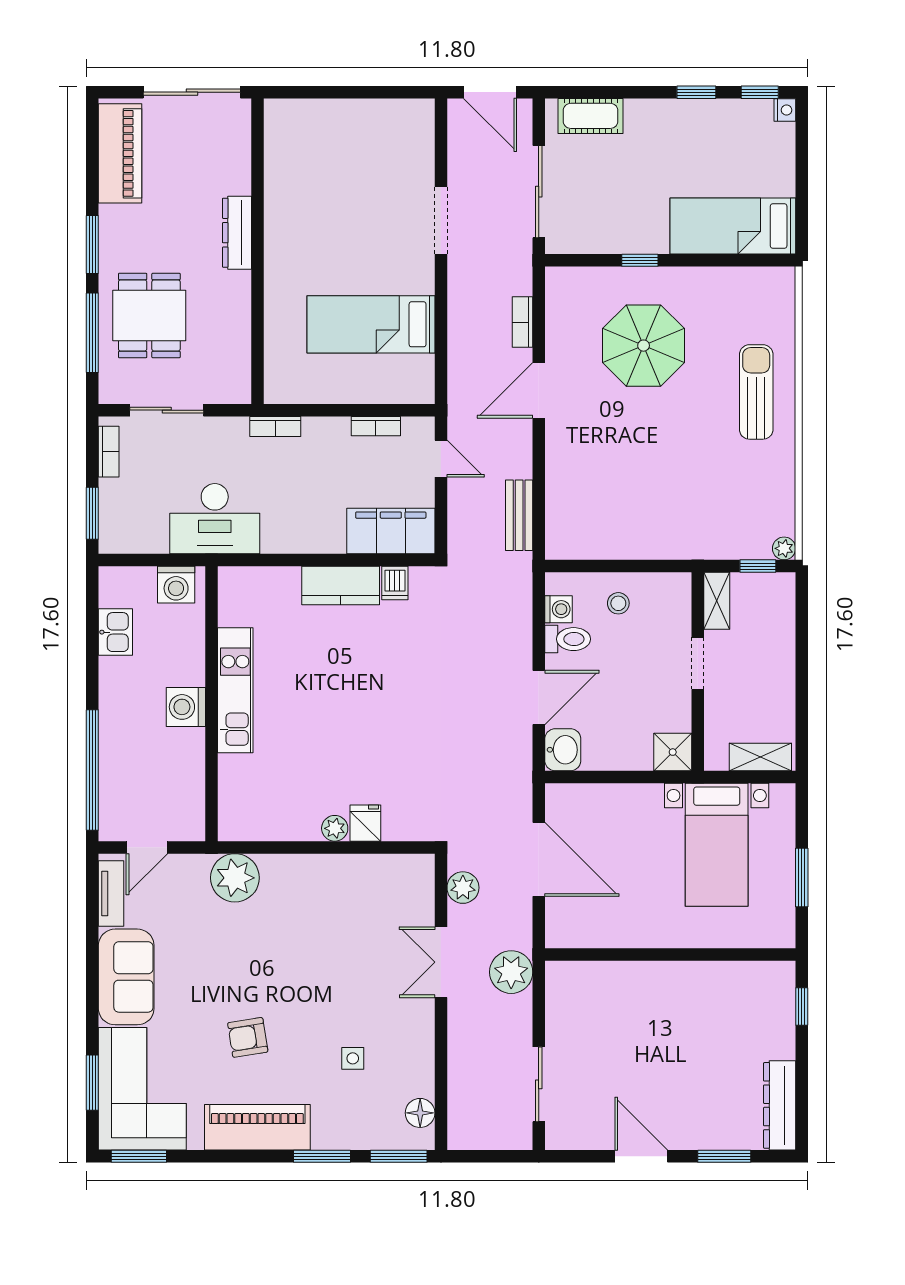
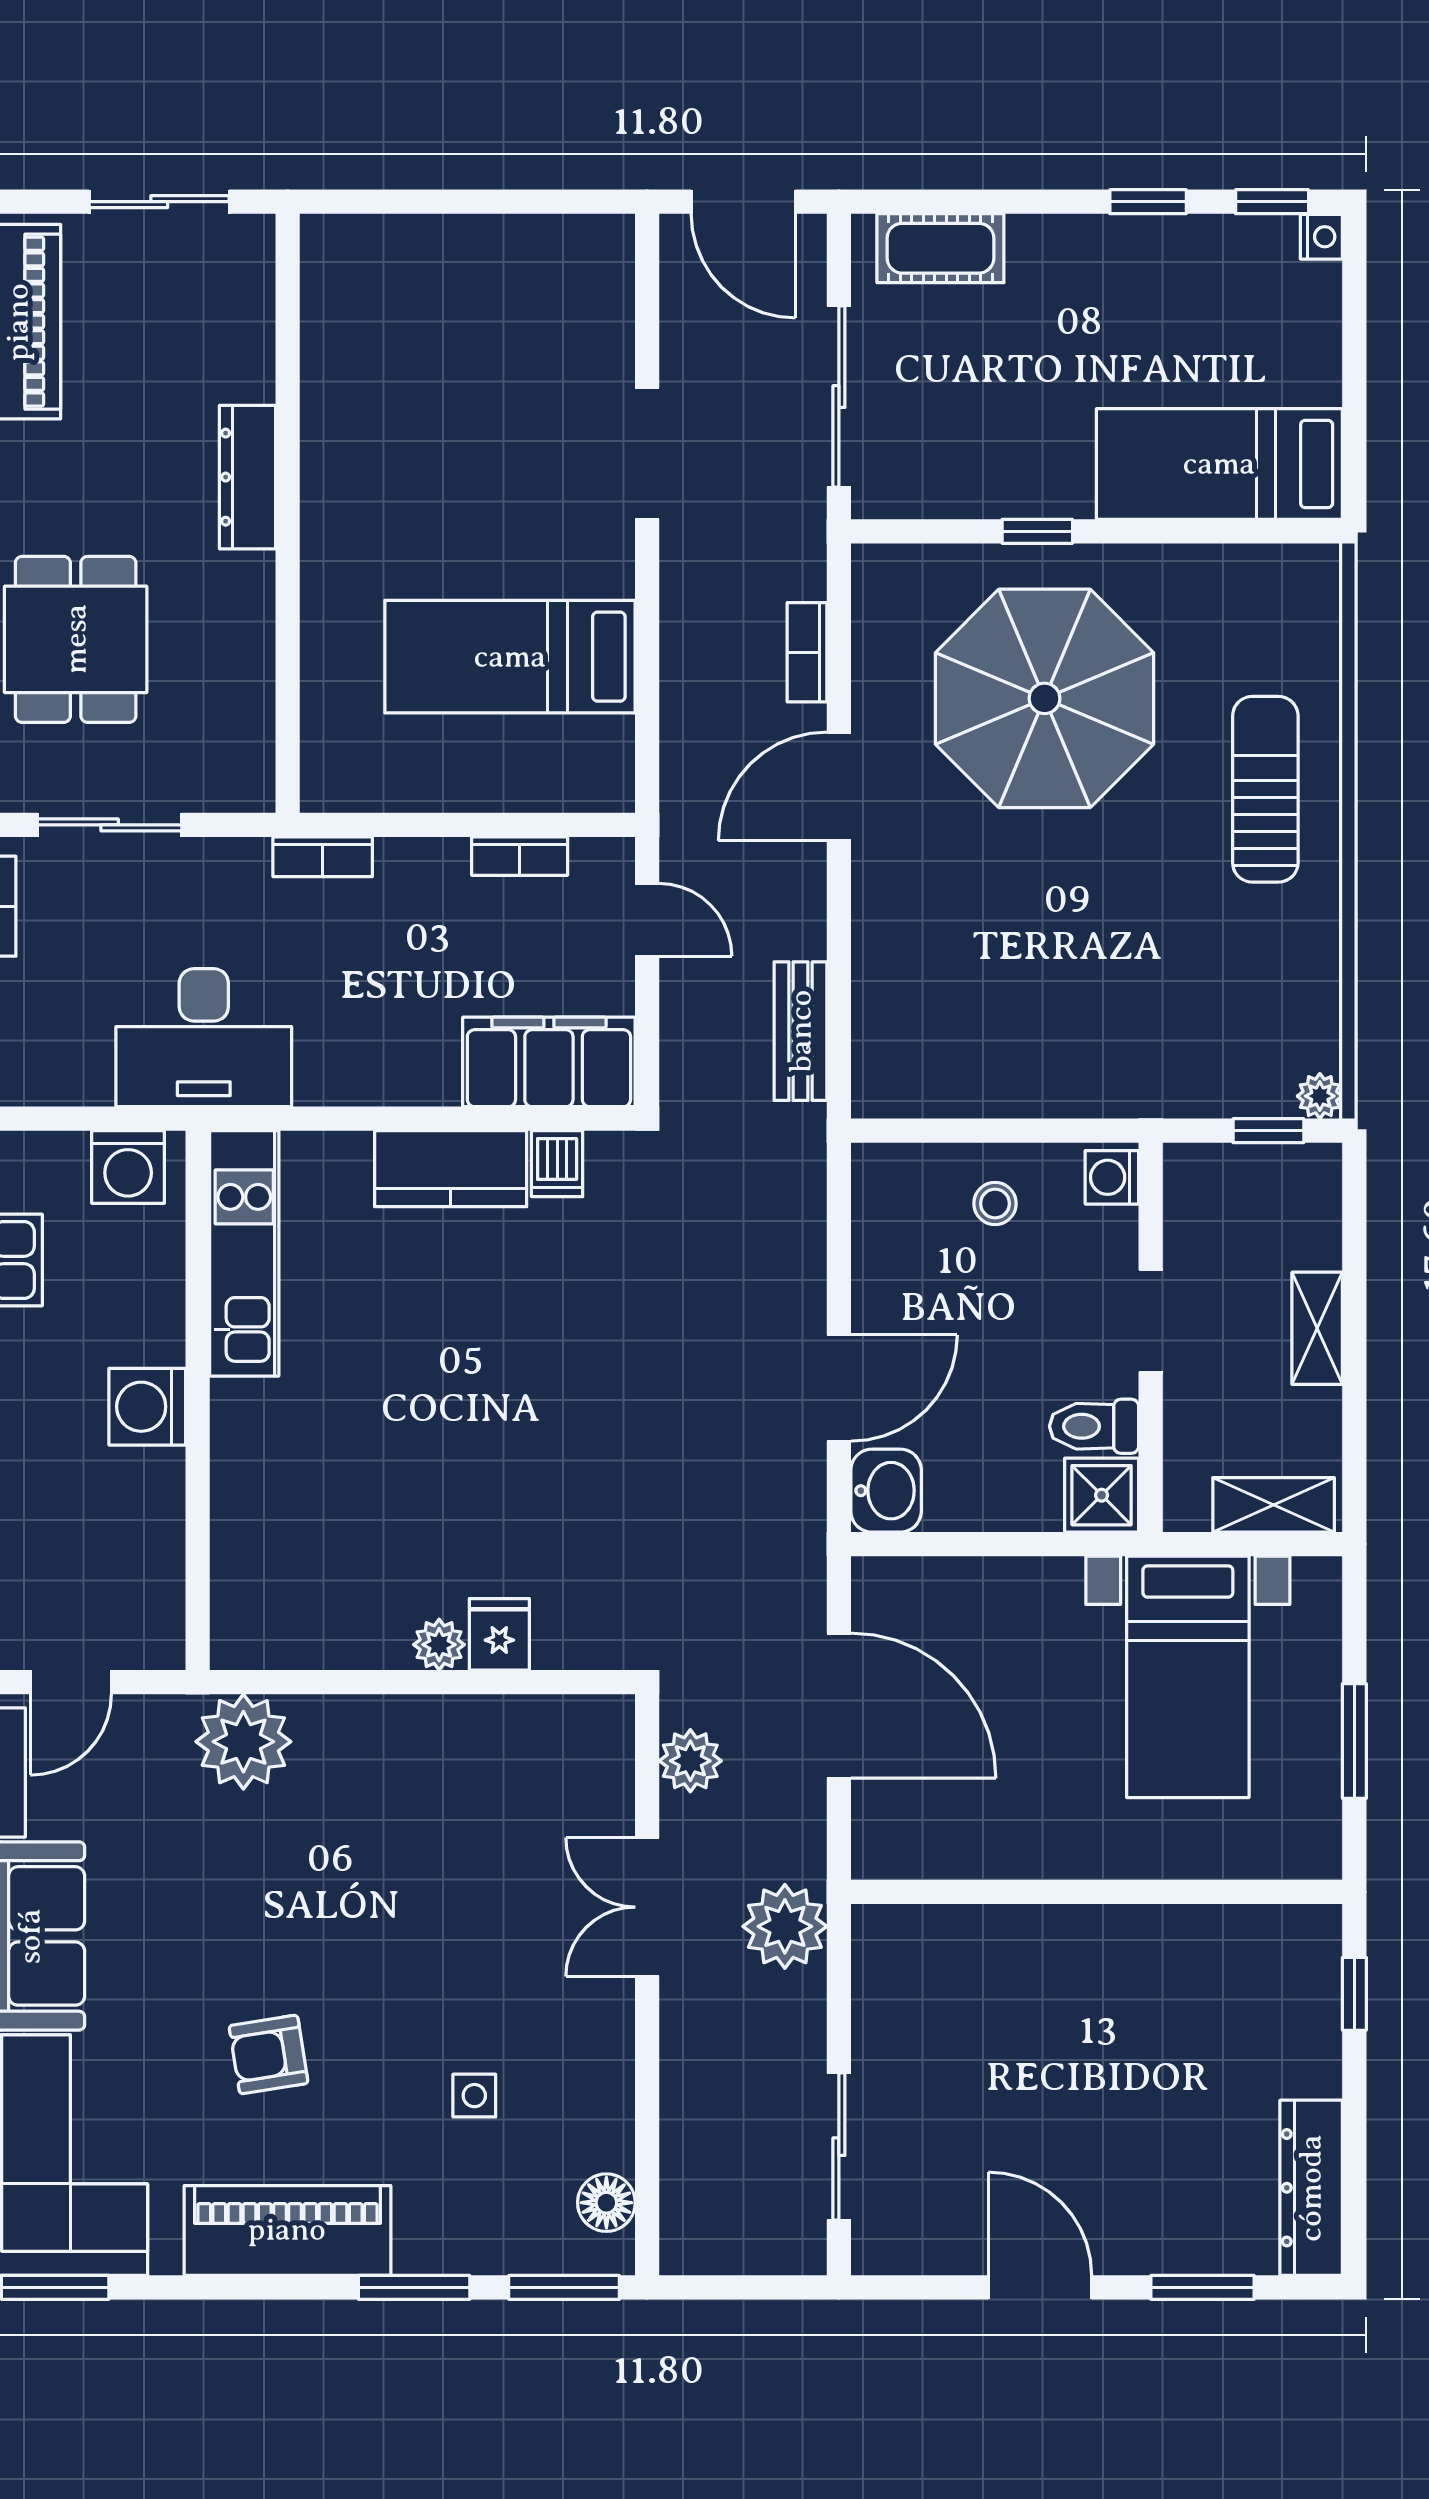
sliding door: (192, 92) -> (159, 202), width x0.73
parasol: (644, 346) -> (1044, 698), width x1.36, depth x1.36
shelving: (717, 601) -> (1317, 1328), moved
washing machine: (558, 609) -> (1112, 1177), moved, turned 180
toilet: (568, 639) -> (1094, 1426), moved, turned 180
kitchen unit: (235, 690) -> (244, 1253), moved

